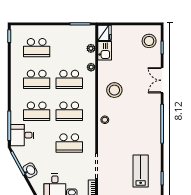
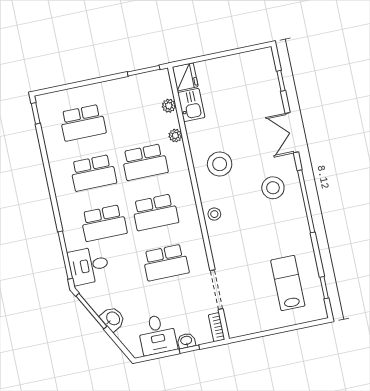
stool: (149, 41) -> (273, 188), moved

